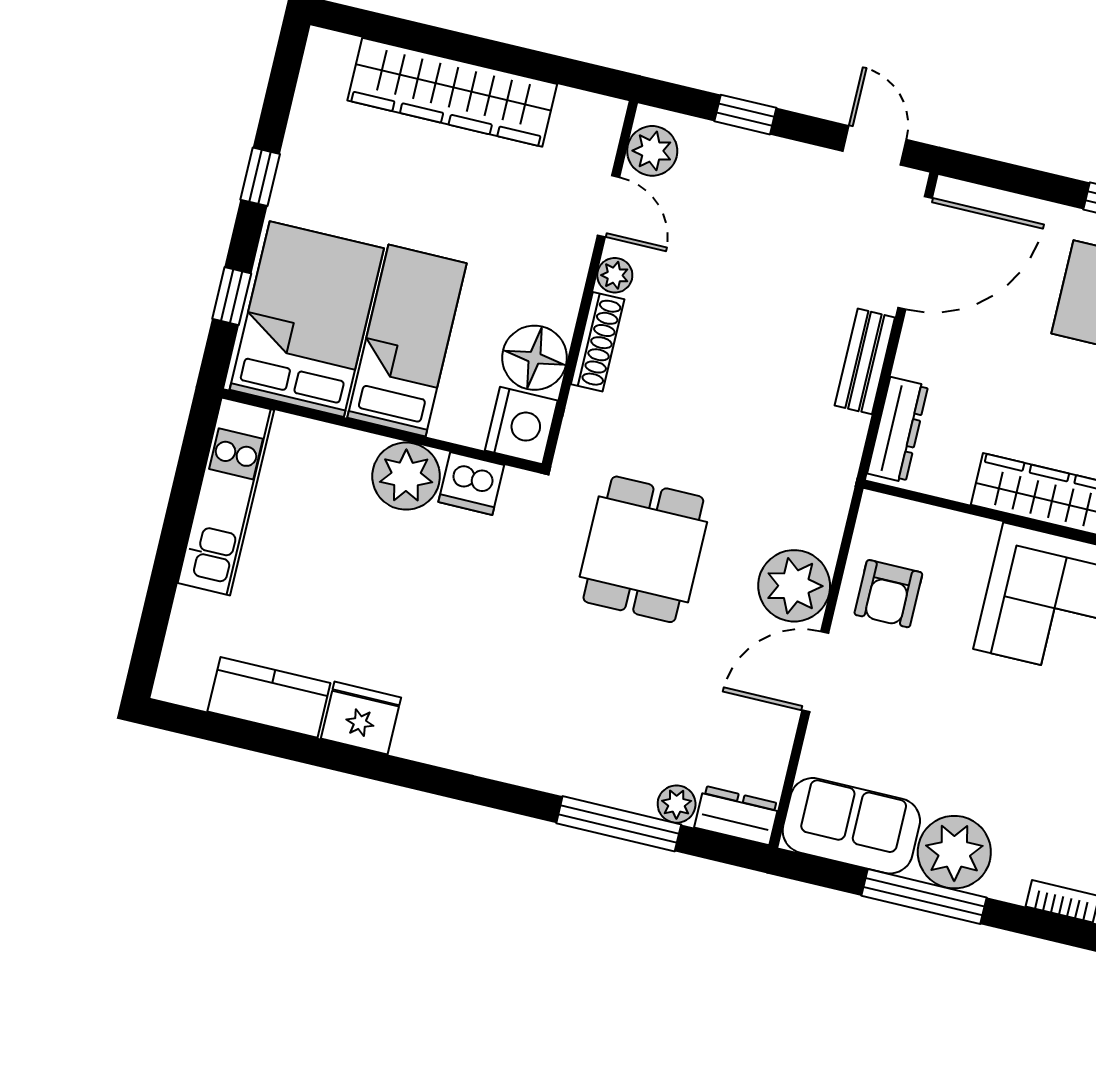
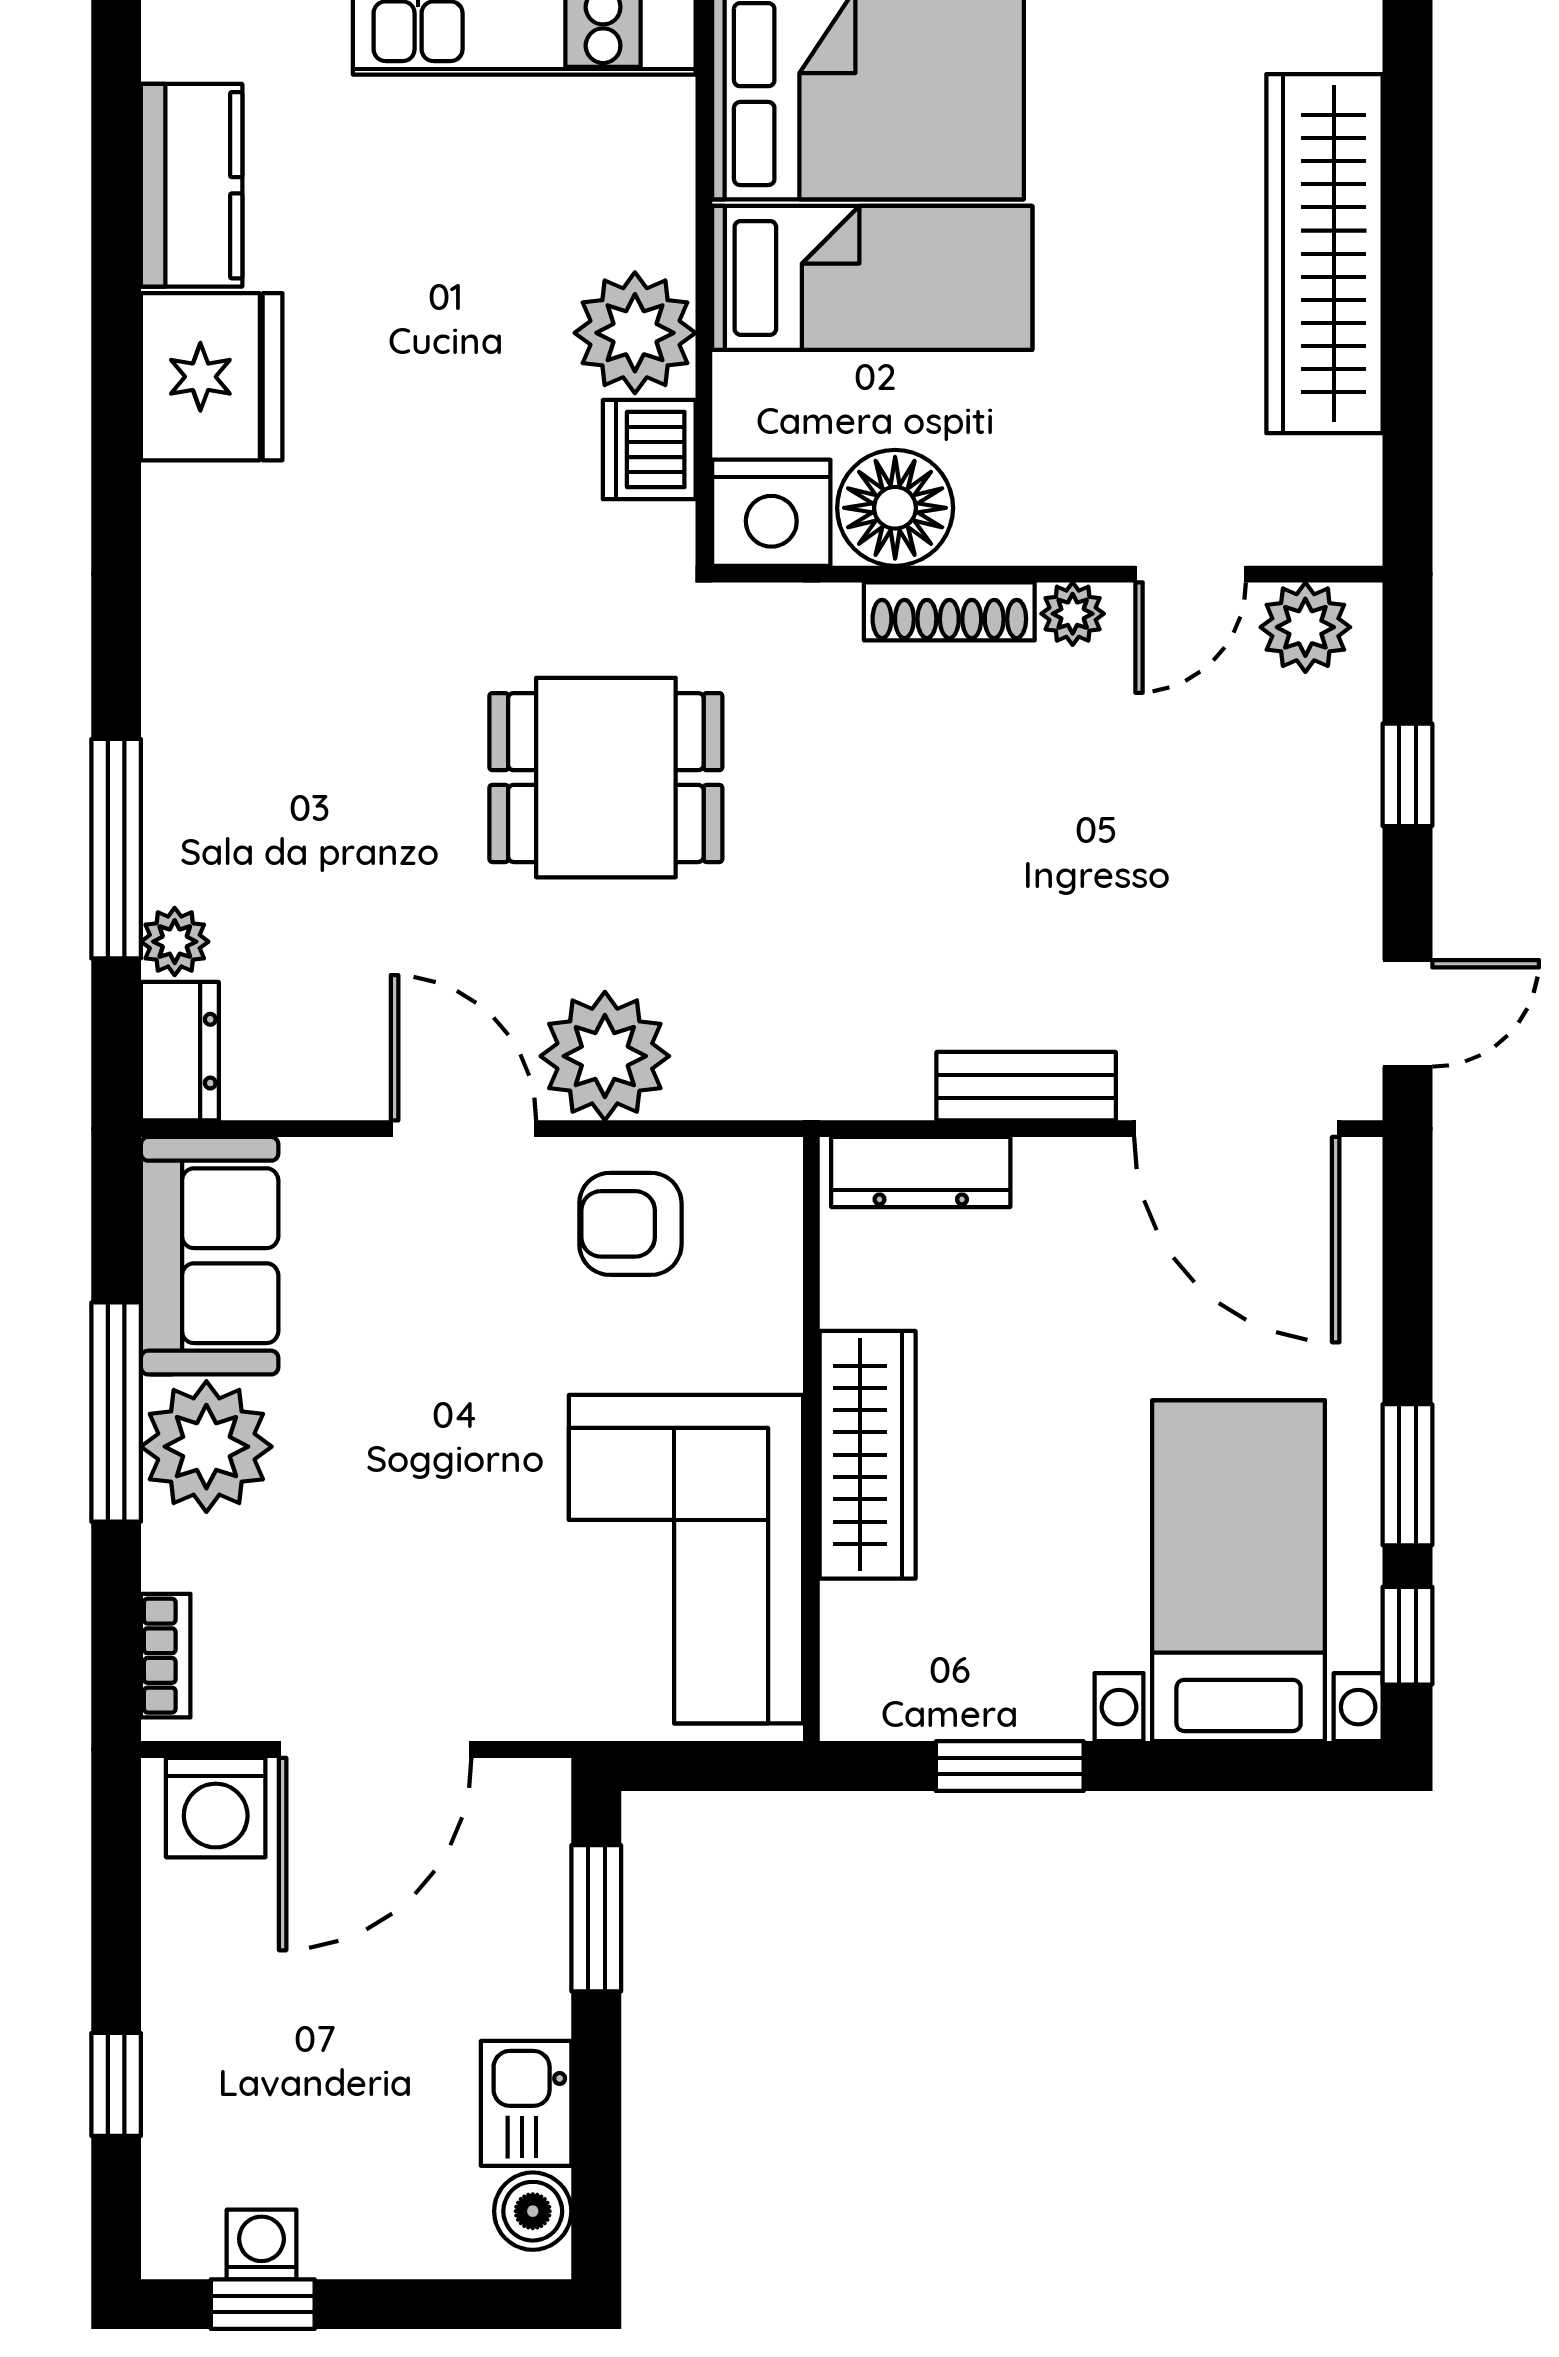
fridge: (361, 718) -> (212, 377), width x1.36, depth x1.34

